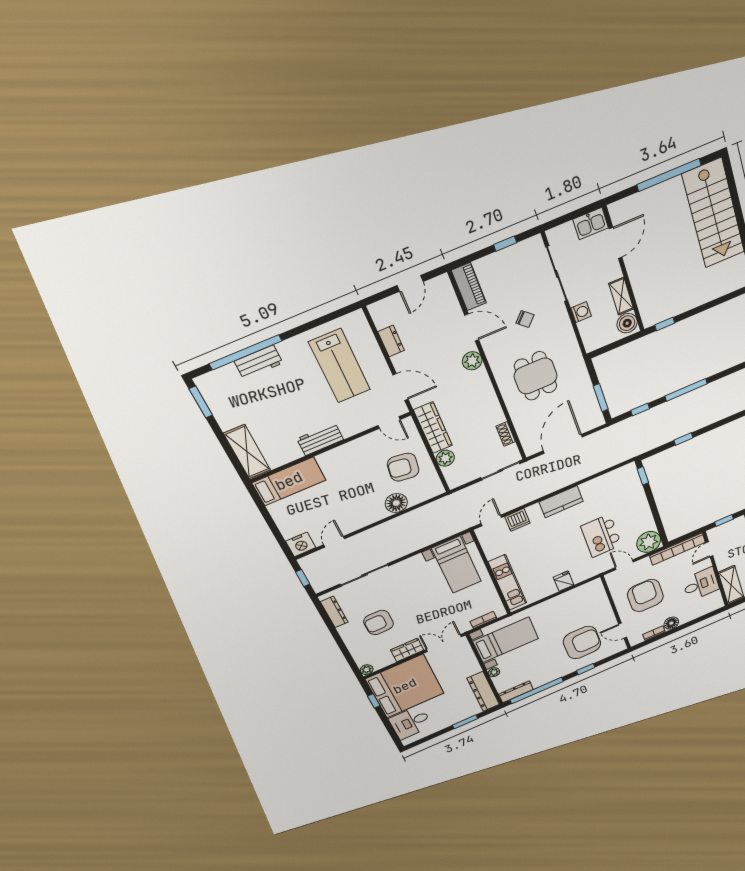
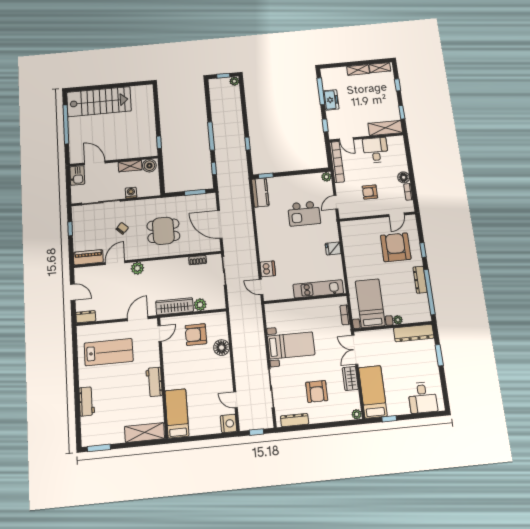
dresser: (391, 341) -> (86, 317), moved
window: (246, 352) -> (77, 407), removed
armchair: (403, 467) -> (196, 335), turned 82
kitchen counter: (561, 502) -> (260, 193), moved
plant: (649, 542) -> (326, 177), width x0.53, depth x0.53
bed with nightstands: (457, 565) -> (291, 345), moved
armchair: (645, 596) -> (370, 192), width x0.53, depth x0.53
bed: (405, 686) -> (373, 392), width x0.49
dresser: (516, 692) -> (420, 280), moved

